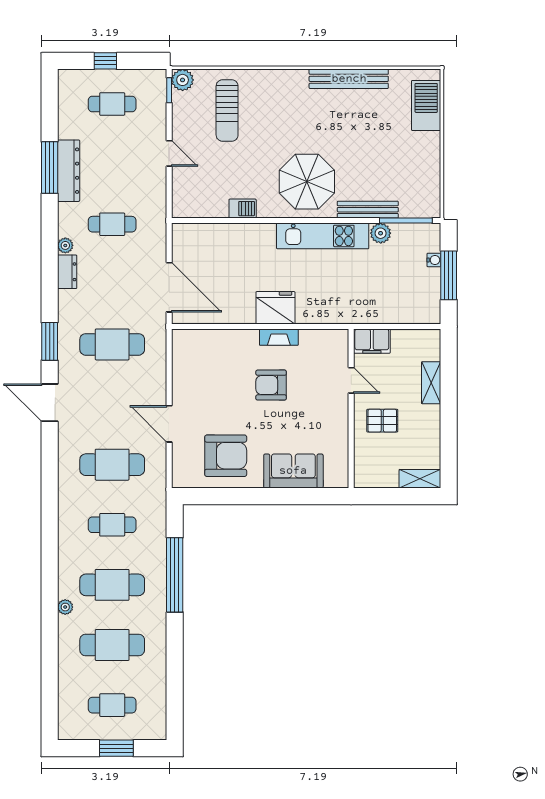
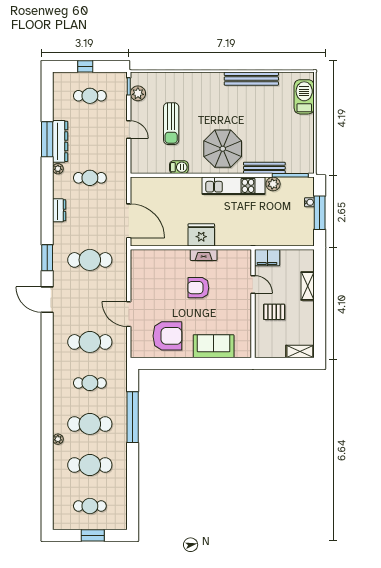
plant: (183, 80) -> (138, 93), moved
sun lounger: (227, 111) -> (171, 124), moved
plant: (65, 245) -> (58, 169), moved

